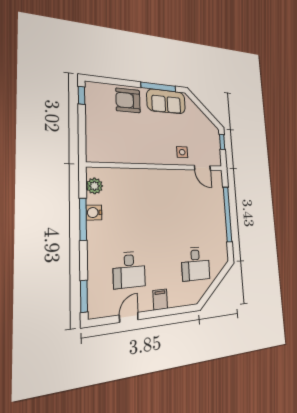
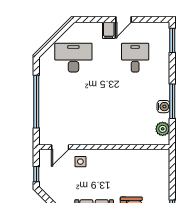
door: (202, 168) -> (60, 147), swing flipped
desk: (195, 264) -> (73, 58), width x1.37
door: (129, 317) -> (123, 20), moved

